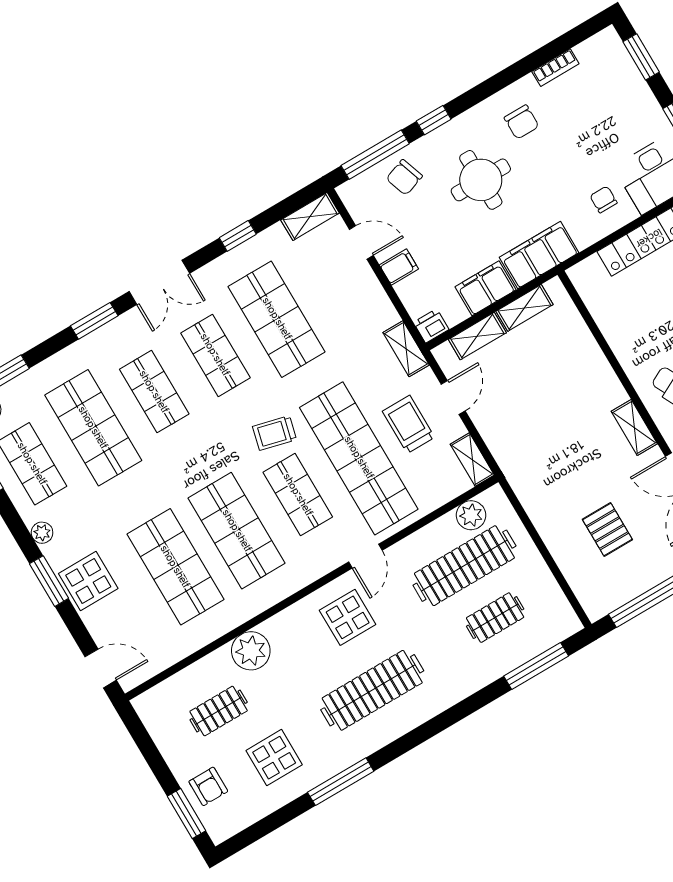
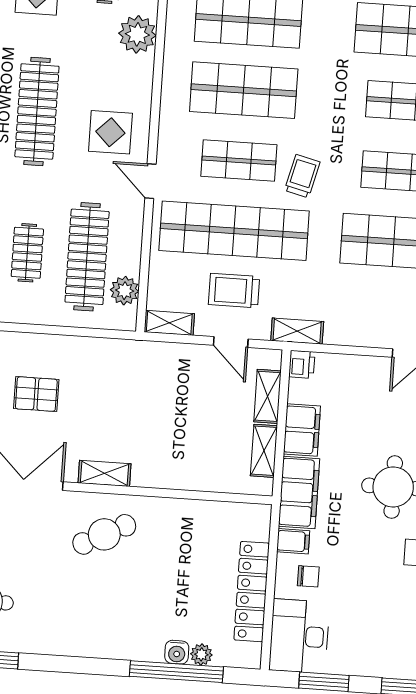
filing cabinet: (399, 267) -> (293, 541), moved, turned -90
trolley: (408, 424) -> (234, 291), turned 180

